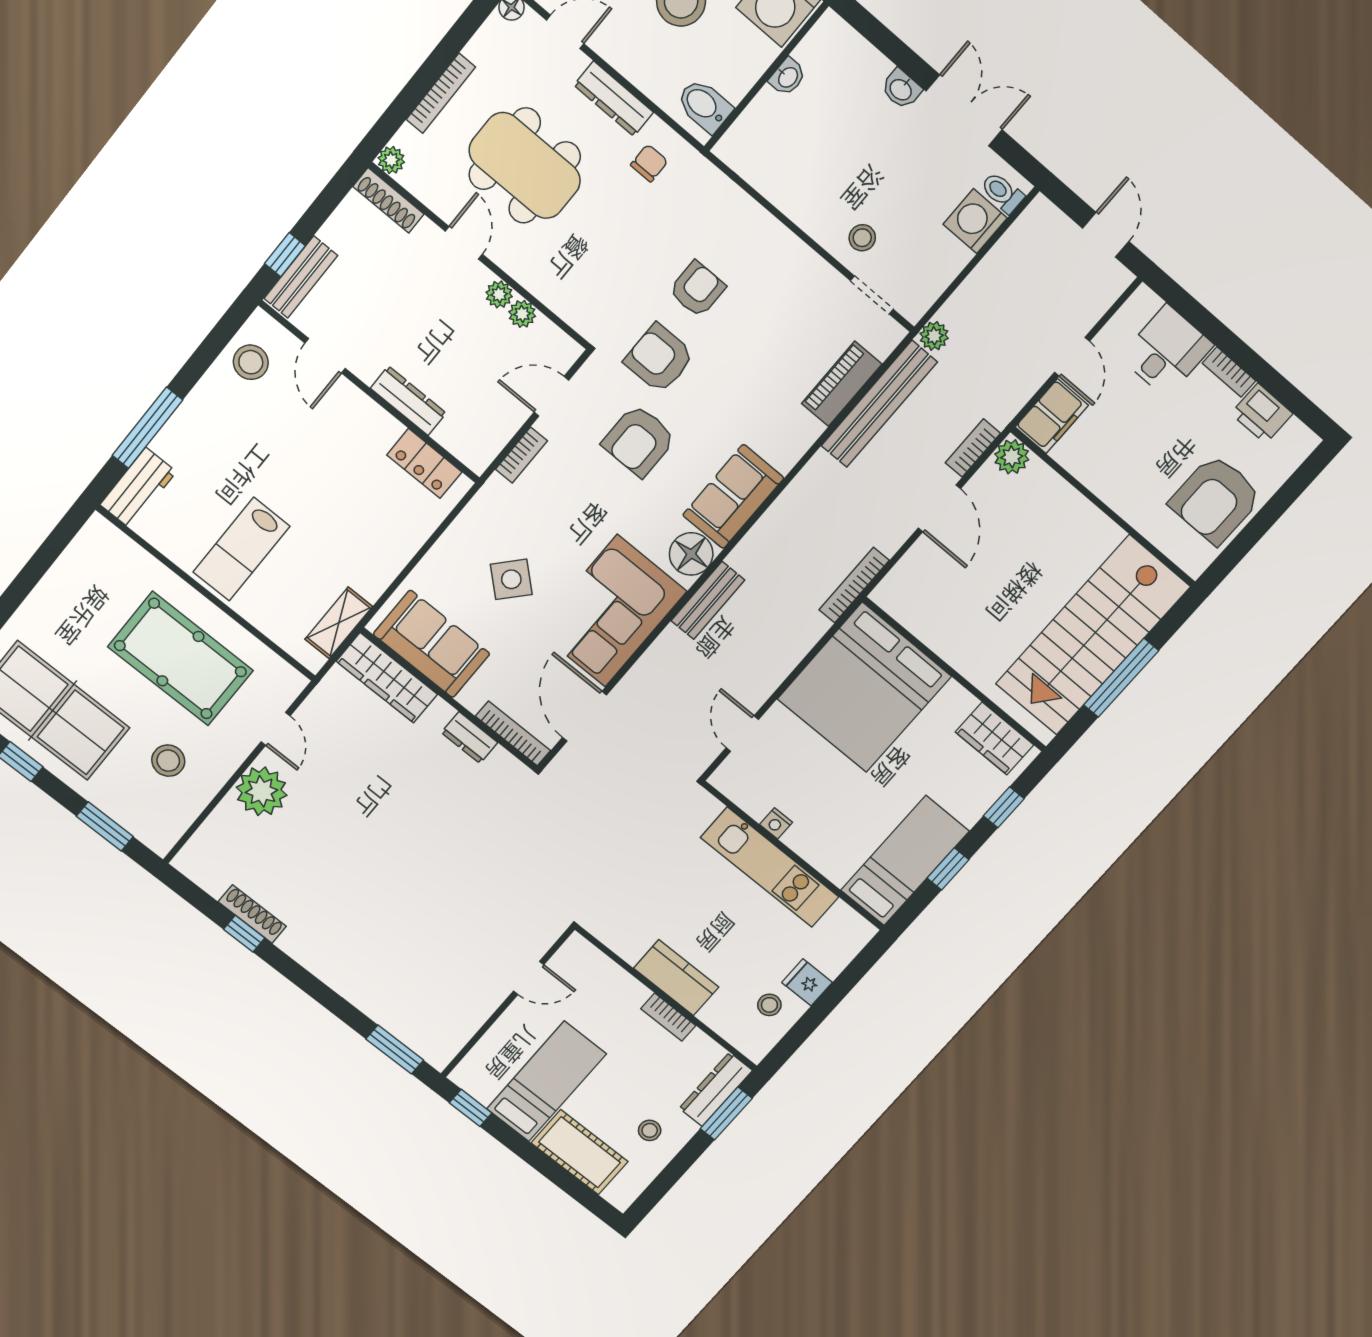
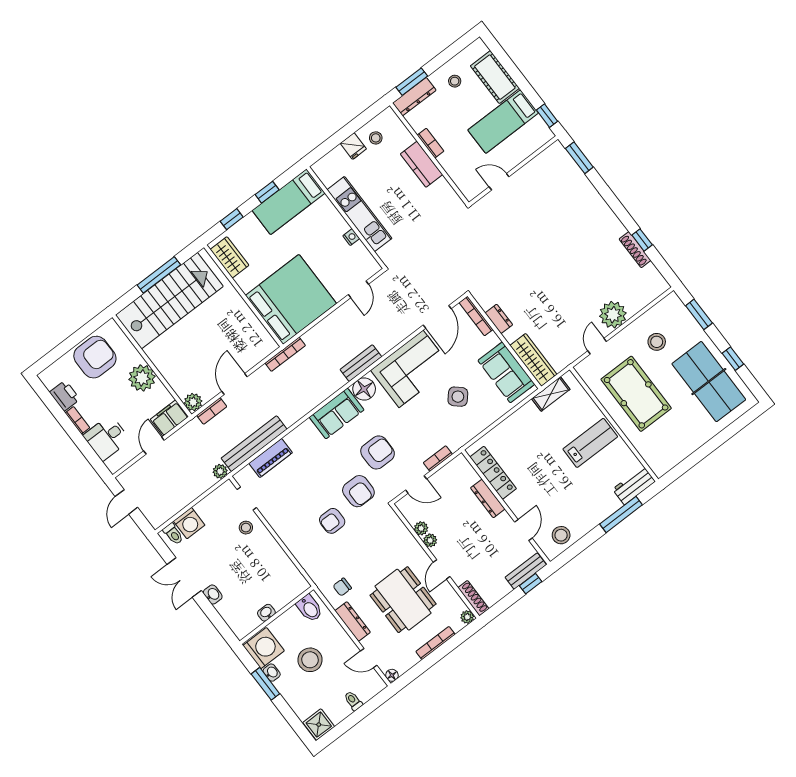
locker: (424, 463) -> (493, 473), width x1.53
plant: (1118, 480) -> (142, 378), added

